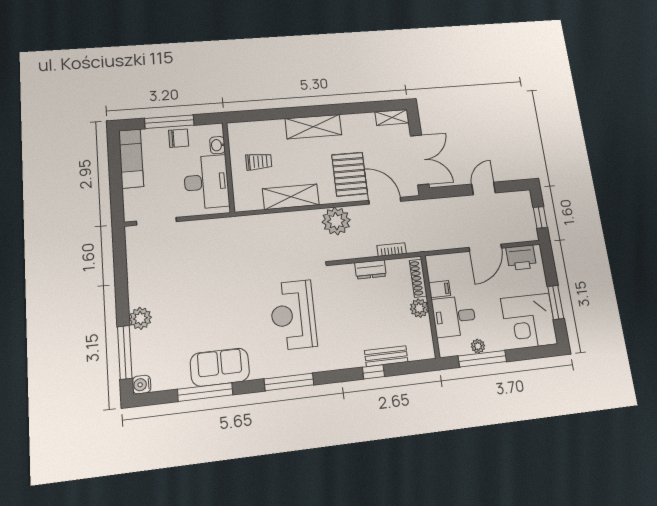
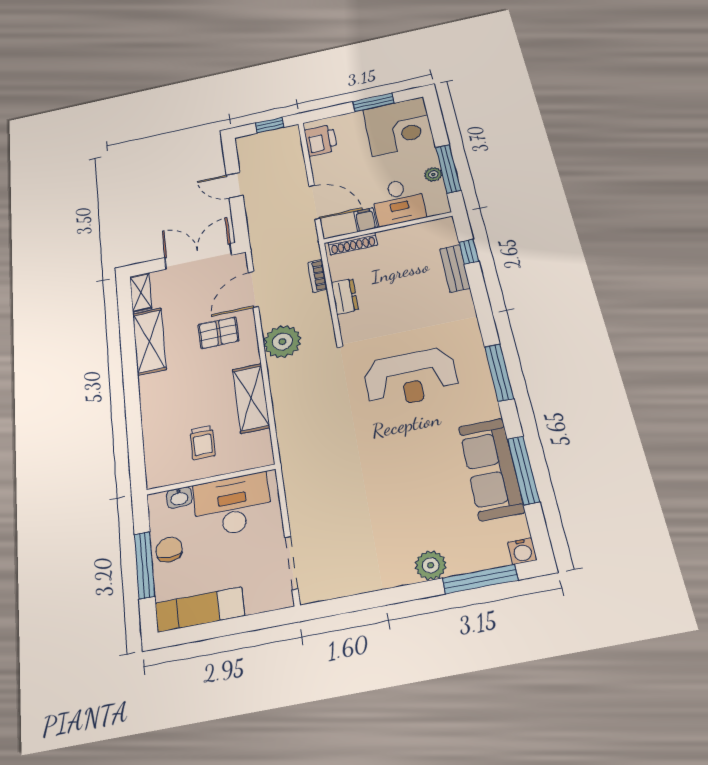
shelving: (313, 127) -> (149, 341), moved
trolley: (259, 162) -> (203, 443), turned 180
pallet: (350, 174) -> (218, 333), width x0.67, depth x0.71
door: (485, 248) -> (315, 202), moved
plant: (419, 308) -> (391, 239), removed
sofa: (220, 367) -> (491, 469), width x1.36
window: (373, 372) -> (469, 252), moved

